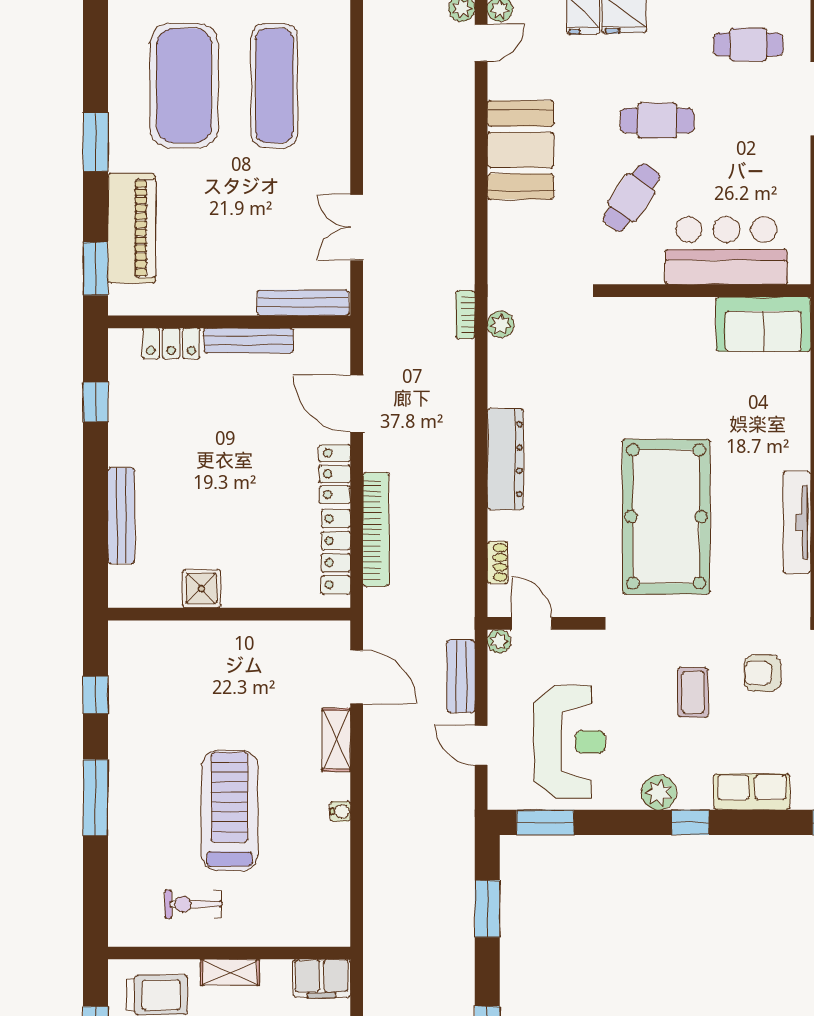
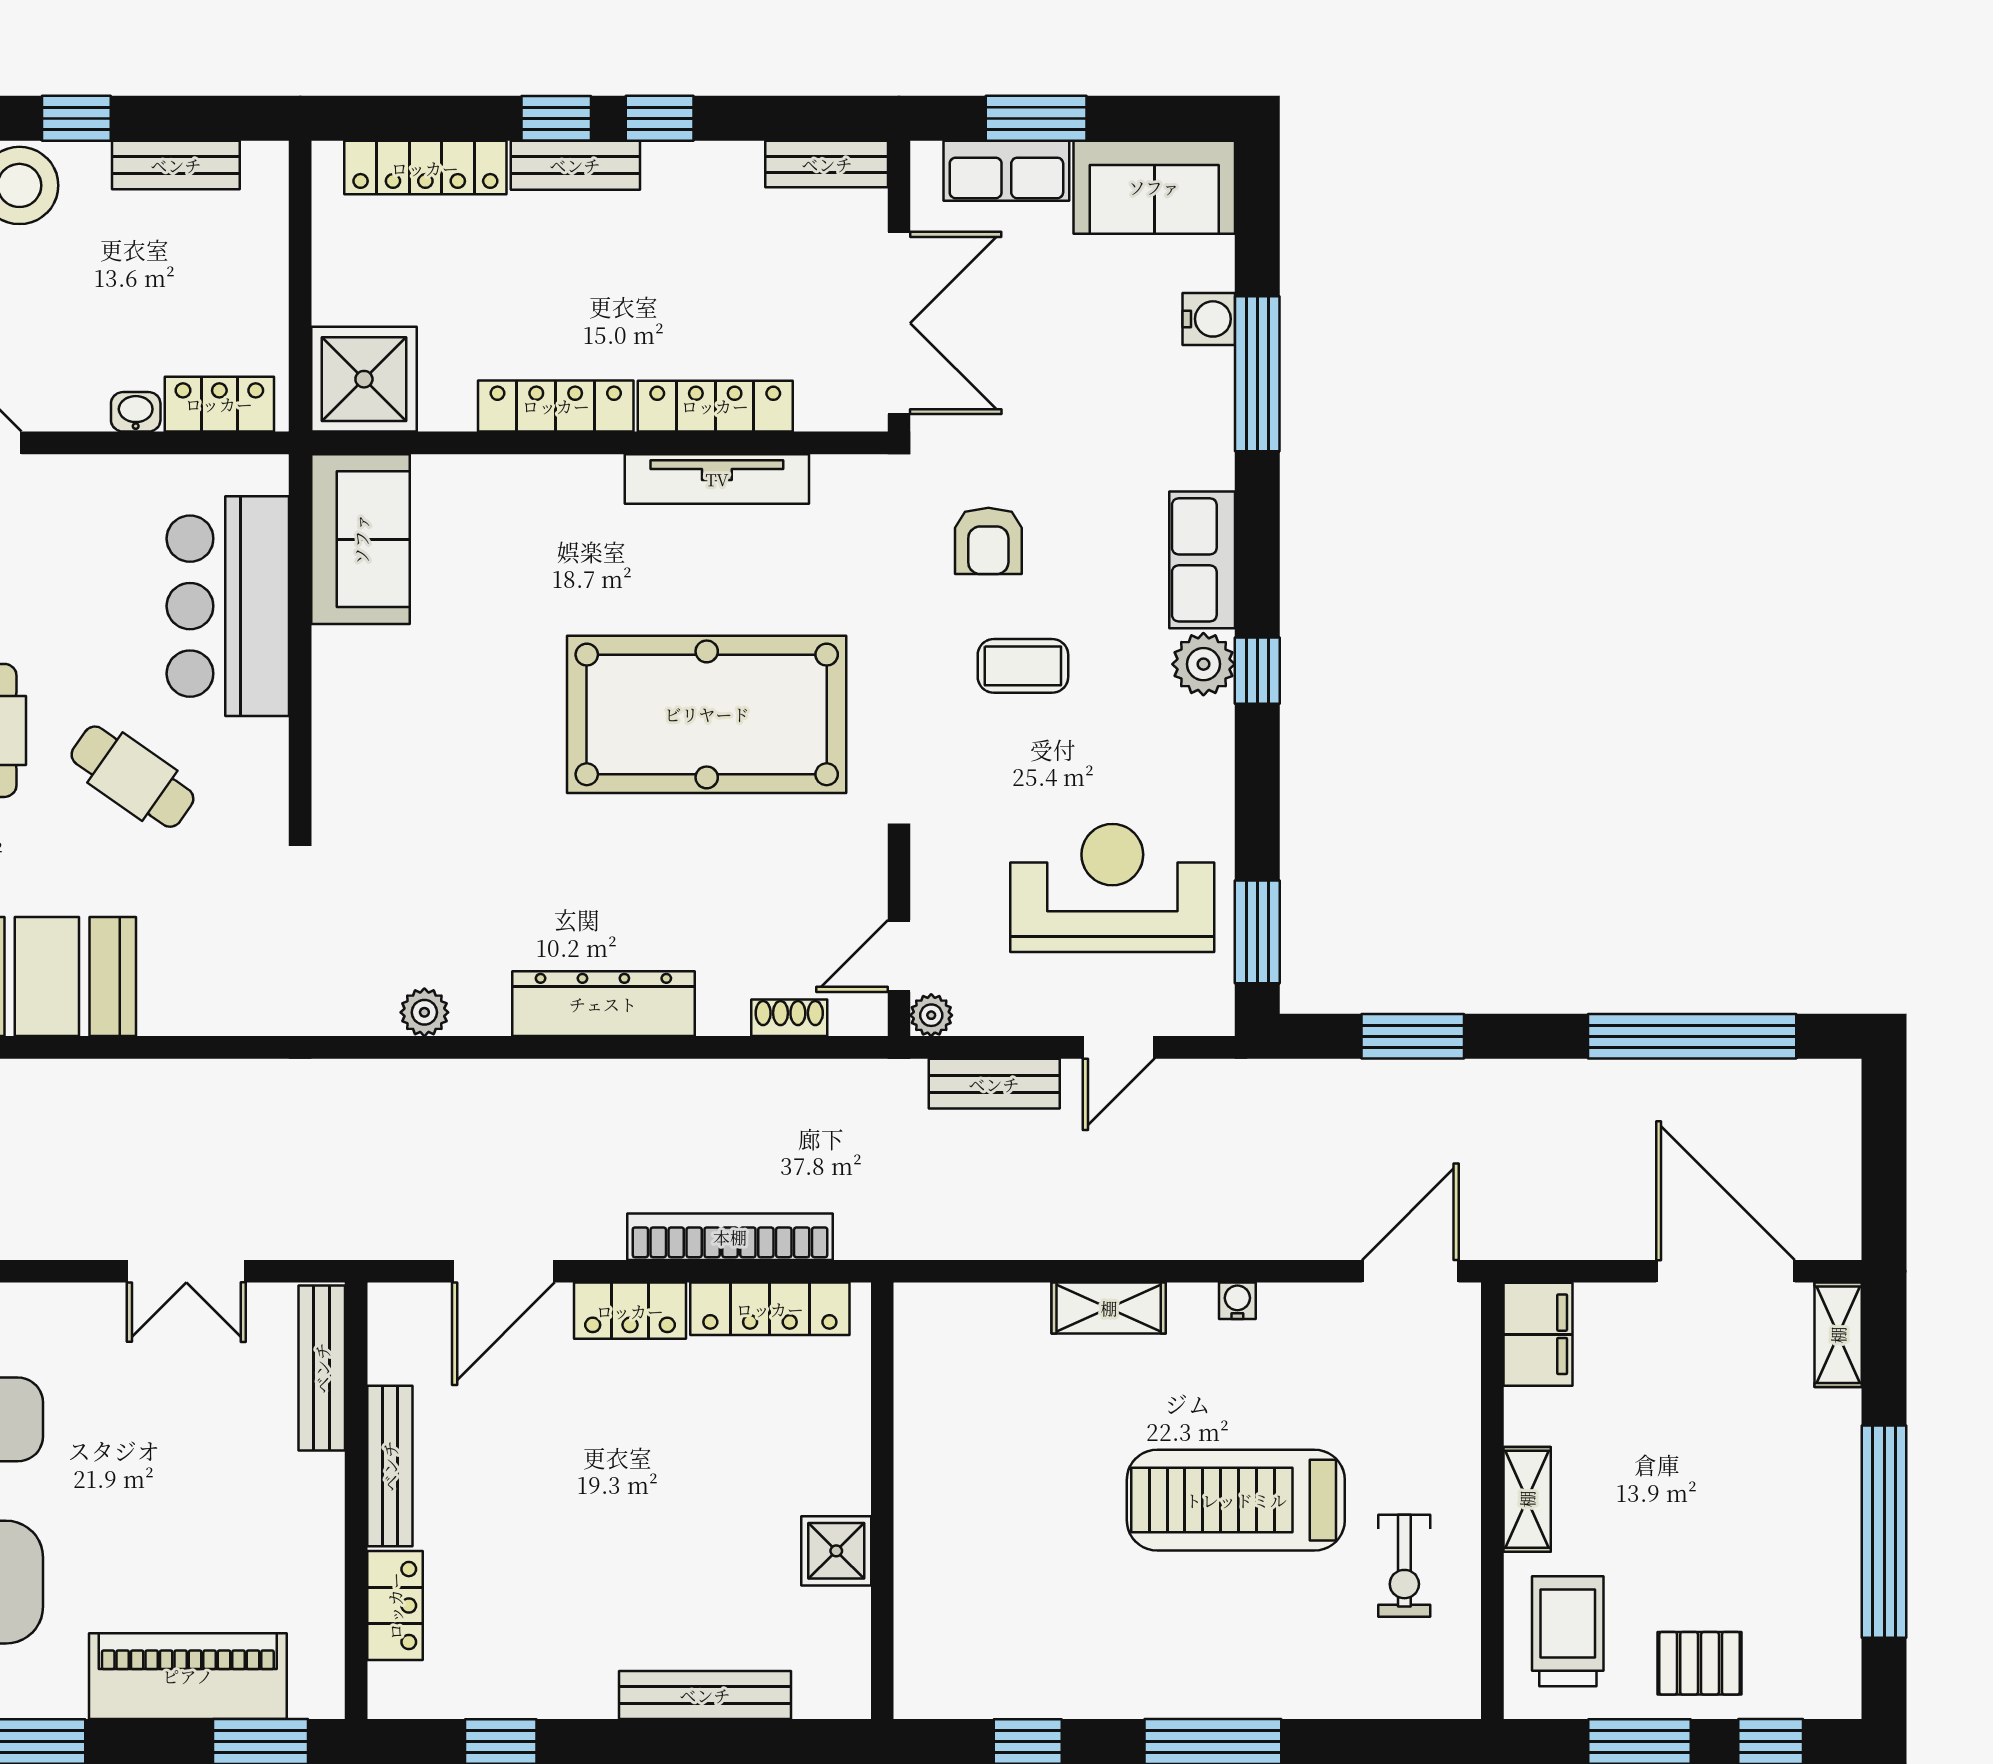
bookcase: (465, 315) -> (343, 1076), removed
plant: (501, 324) -> (424, 1012), moved
door: (357, 677) -> (1410, 1271), moved
plant: (659, 793) -> (1203, 664), moved

